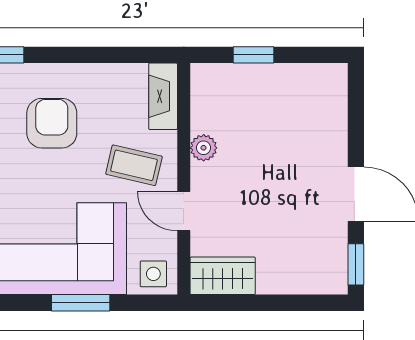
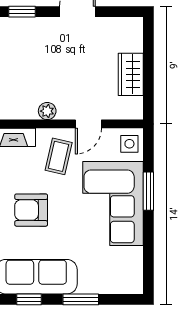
window: (356, 264) -> (22, 12), moved
wardrobe: (223, 276) -> (131, 74), moved

